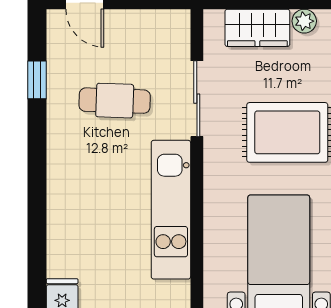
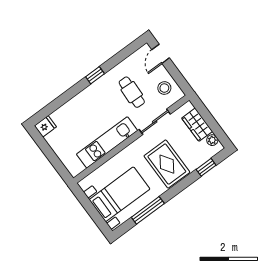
stool: (150, 38) -> (164, 88), added
window: (37, 80) -> (95, 75), moved

